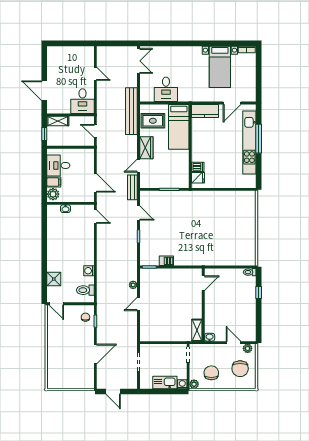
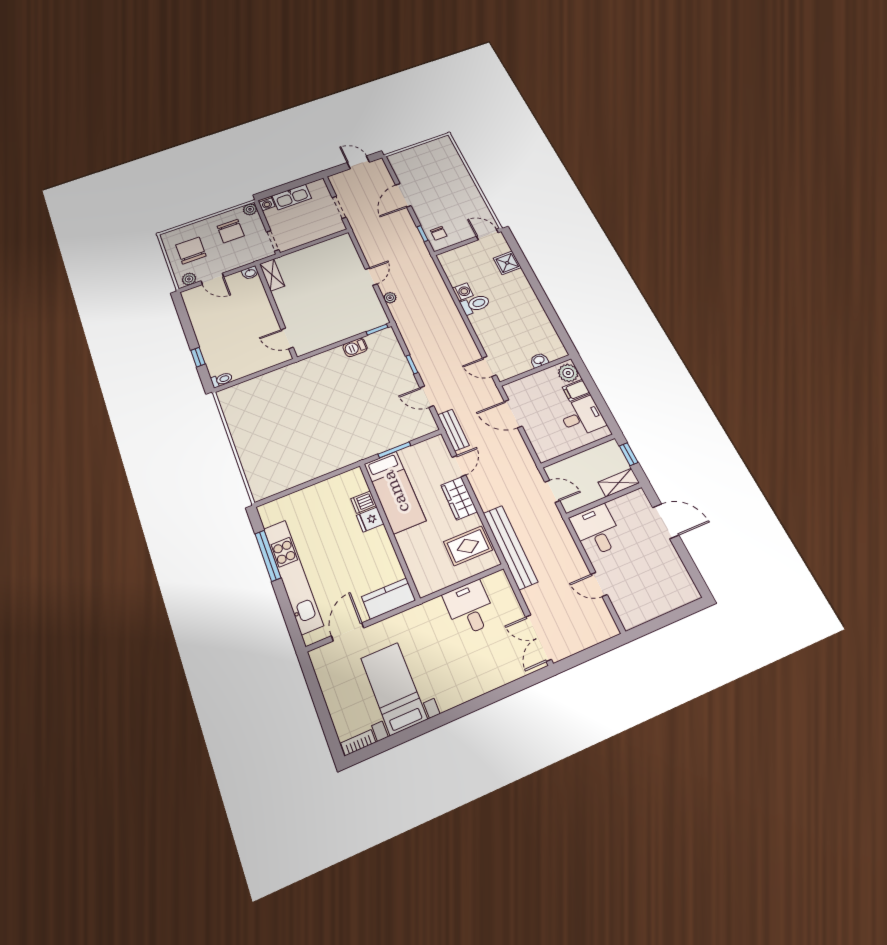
bed: (179, 127) -> (395, 492), moved, turned 180
window: (259, 139) -> (268, 556), moved
fridge: (198, 178) -> (370, 520), moved
door: (203, 283) -> (287, 338), hinge flipped
toilet: (85, 290) -> (475, 304), moved

